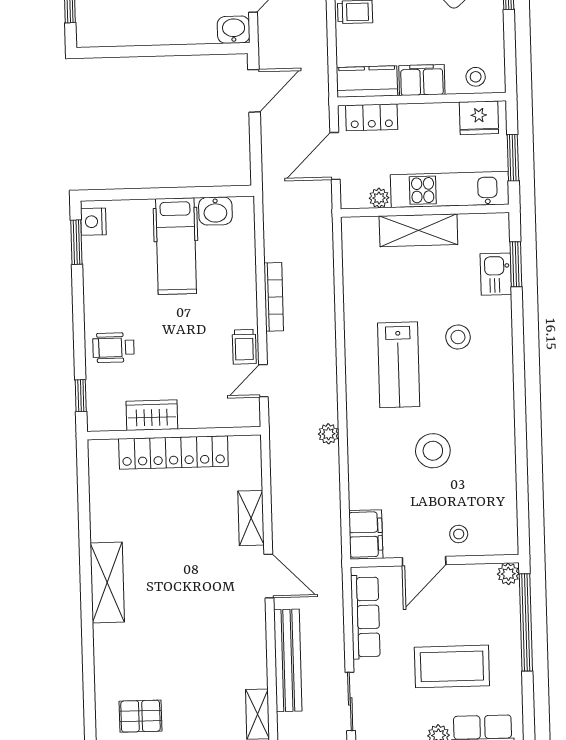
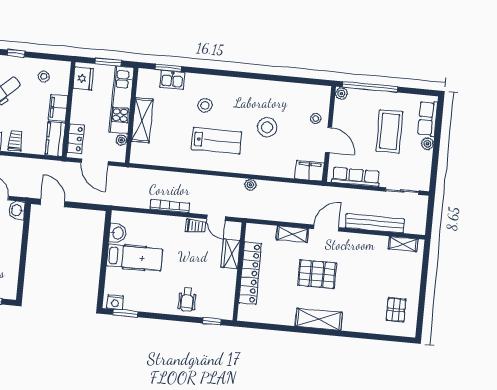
stool: (476, 77) -> (44, 76), moved
wardrobe: (152, 415) -> (230, 254), moved
pallet: (186, 570) -> (317, 274), added

